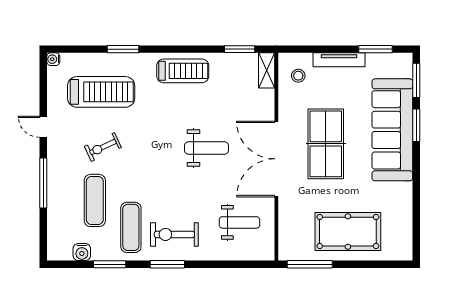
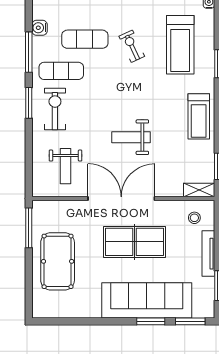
weight bench: (206, 148) -> (131, 137), turned 90
window: (110, 264) -> (29, 52), width x1.44

